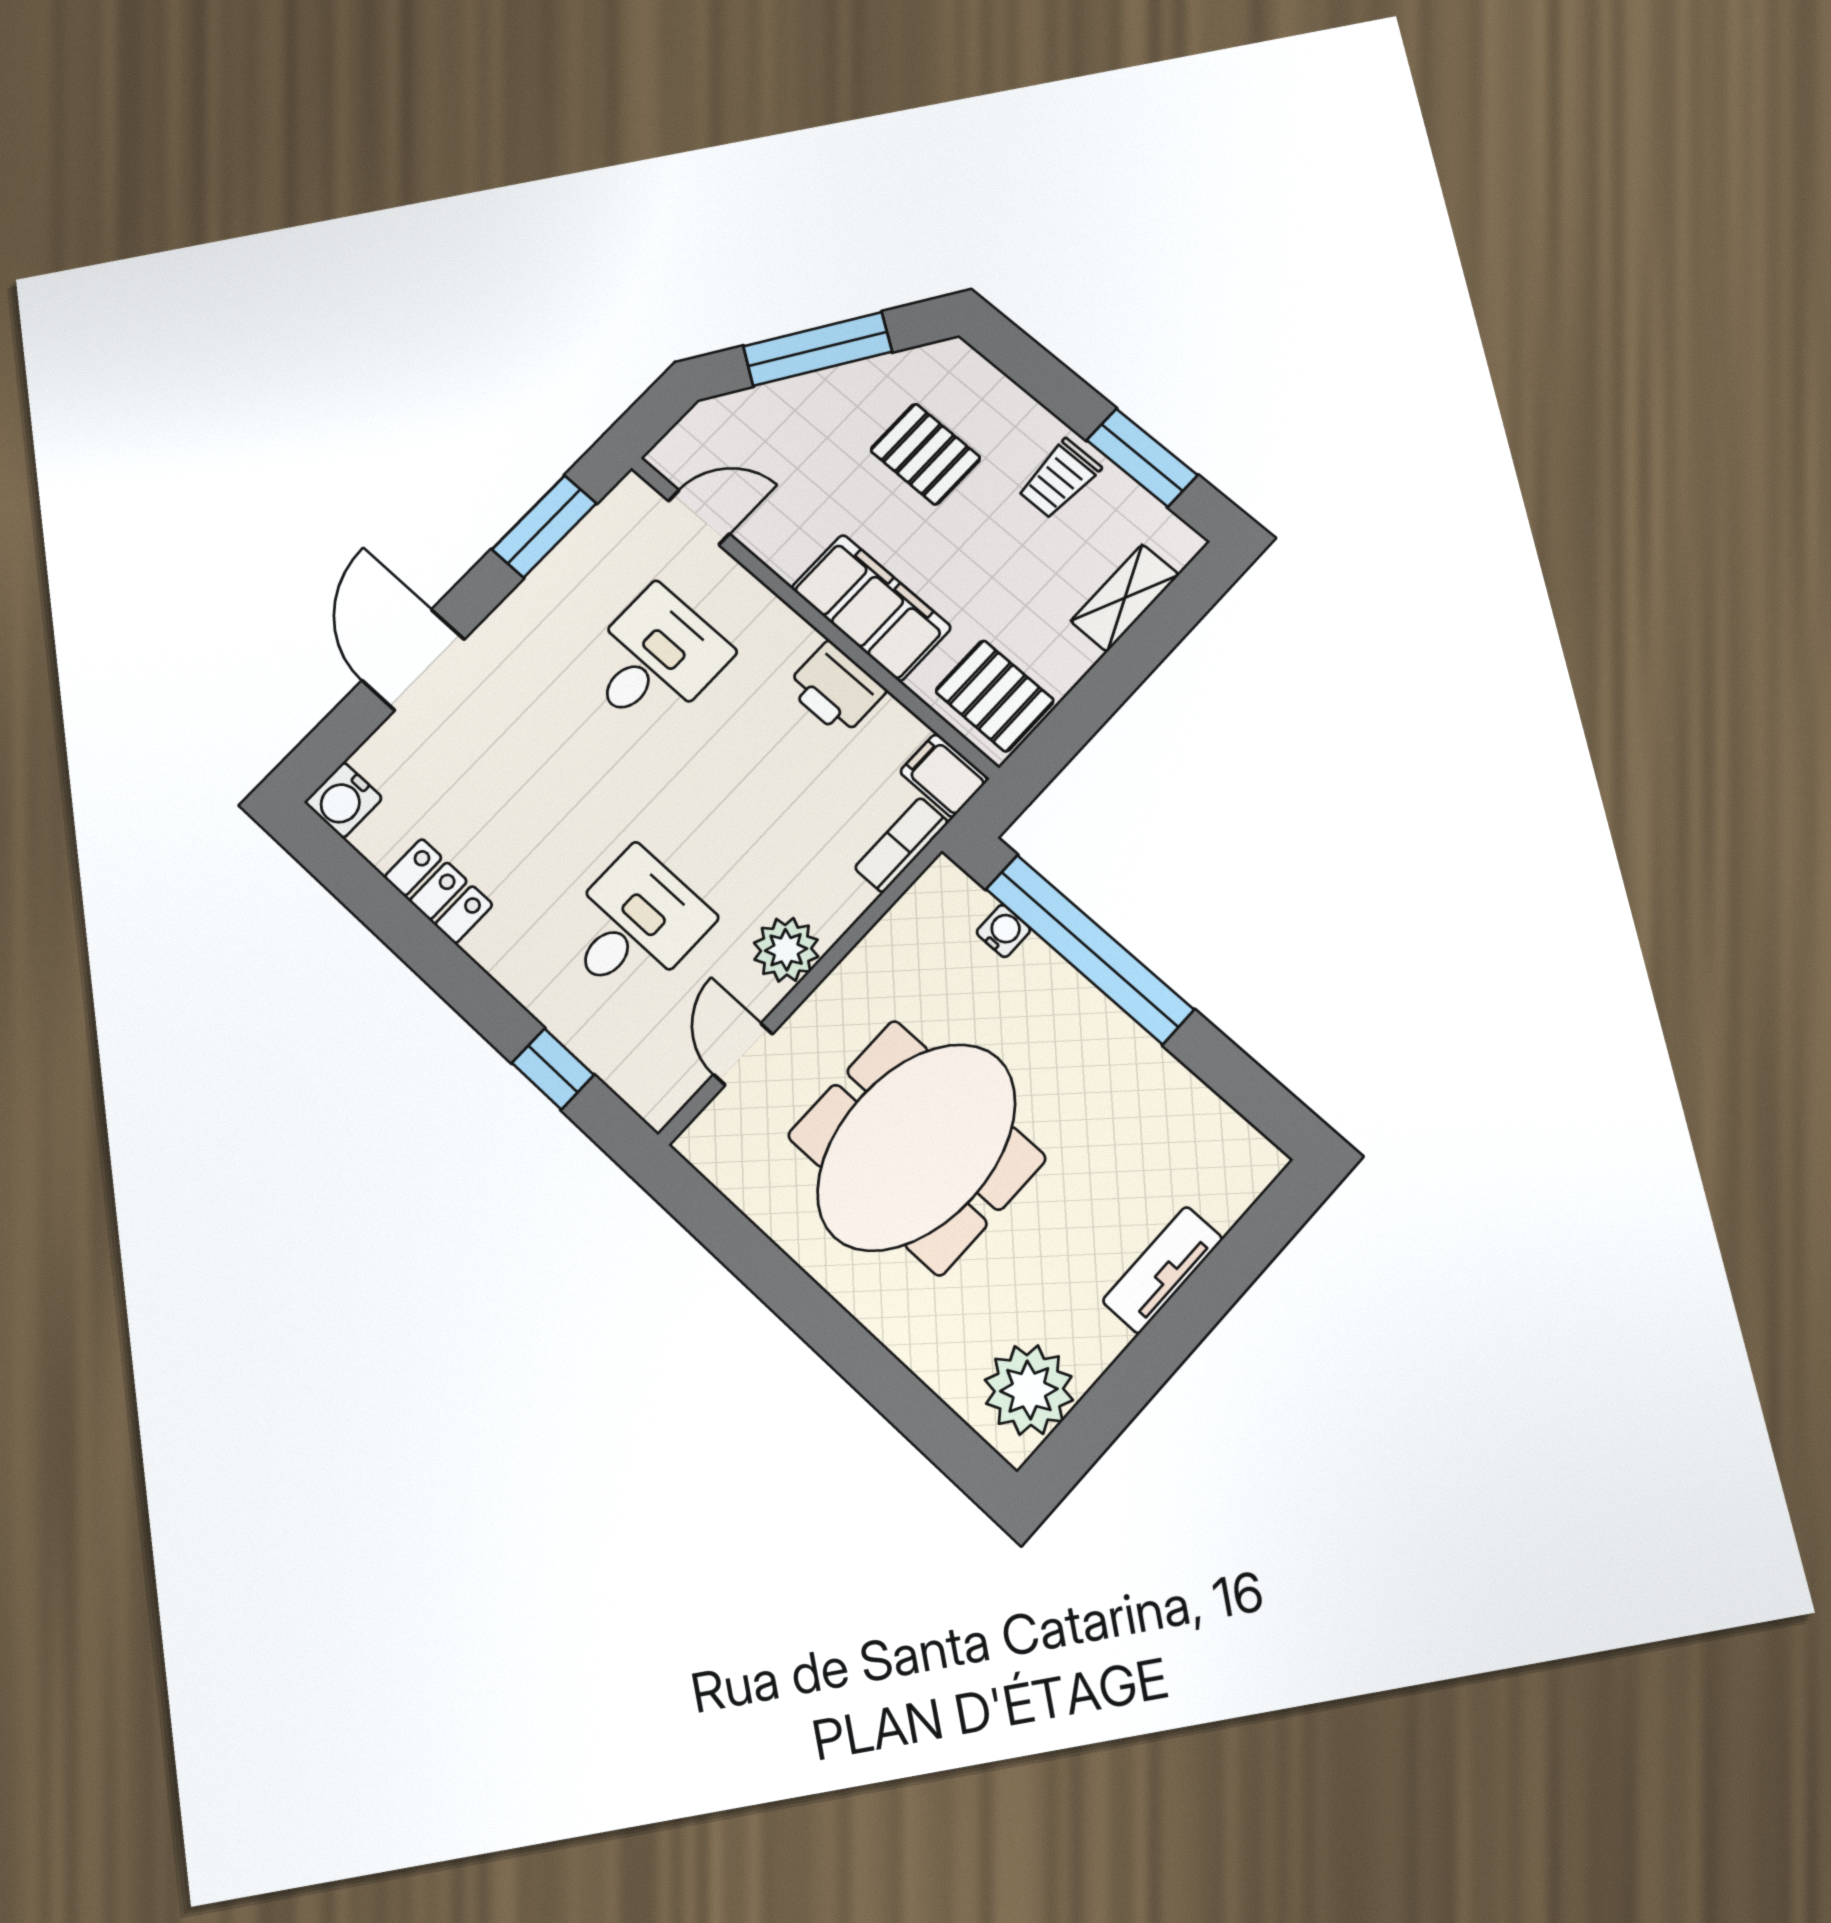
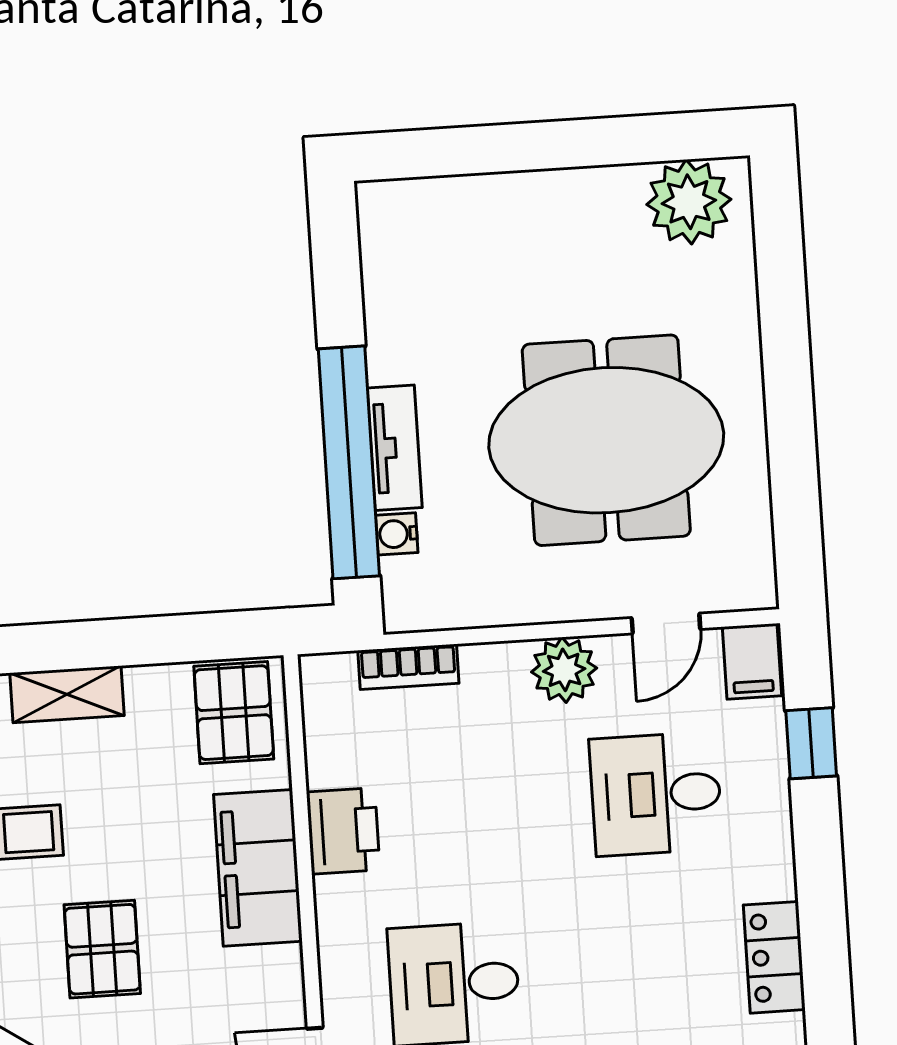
filing cabinet: (944, 776) -> (752, 661), moved
tv unit: (1162, 1270) -> (395, 448), moved, turned -90

